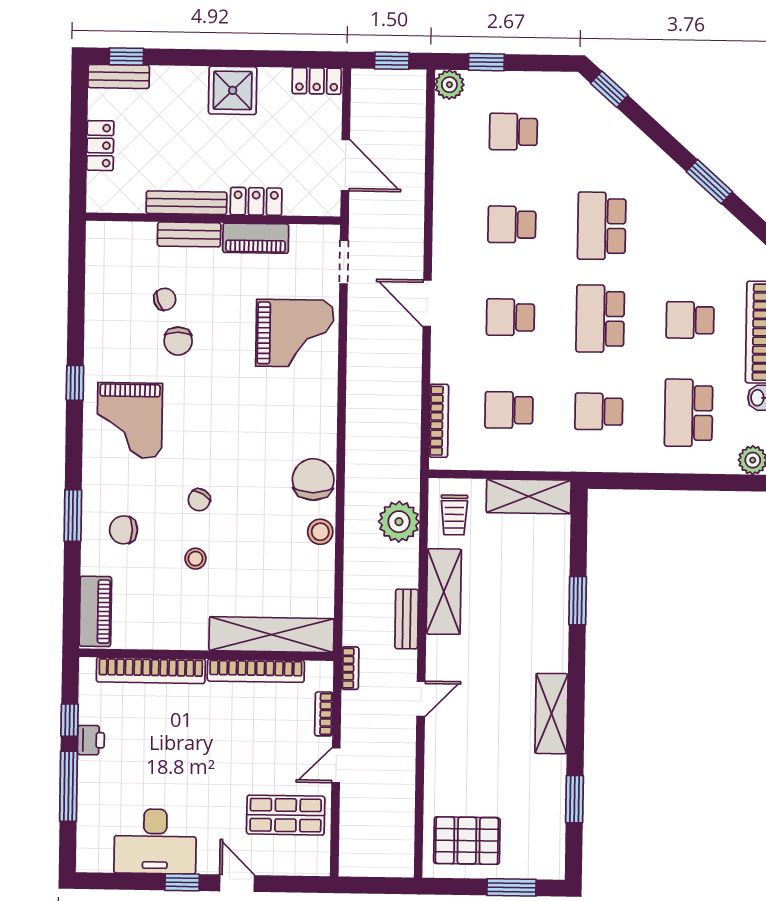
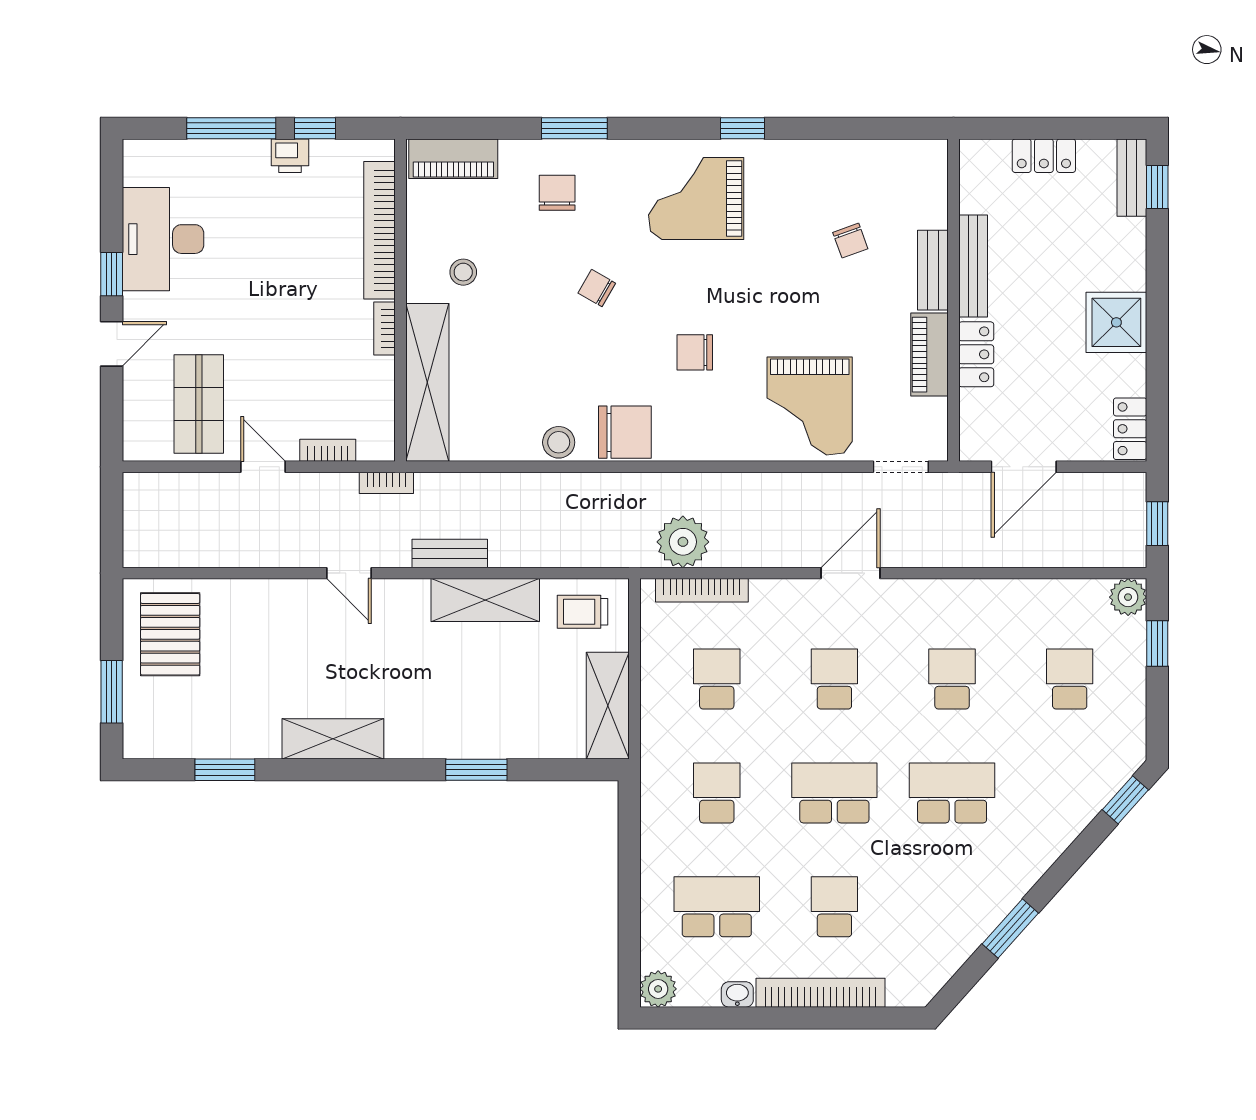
chair: (178, 341) -> (695, 352), moved
plant: (399, 522) -> (683, 542), moved
stool: (195, 559) -> (463, 272), moved
bookcase: (256, 671) -> (385, 328), width x0.43, depth x0.76

